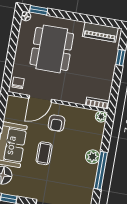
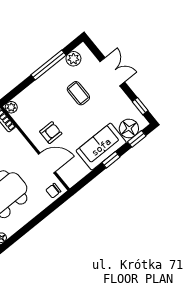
coffee table: (44, 153) -> (78, 93), moved, turned 90
plant: (93, 157) -> (73, 59), moved

